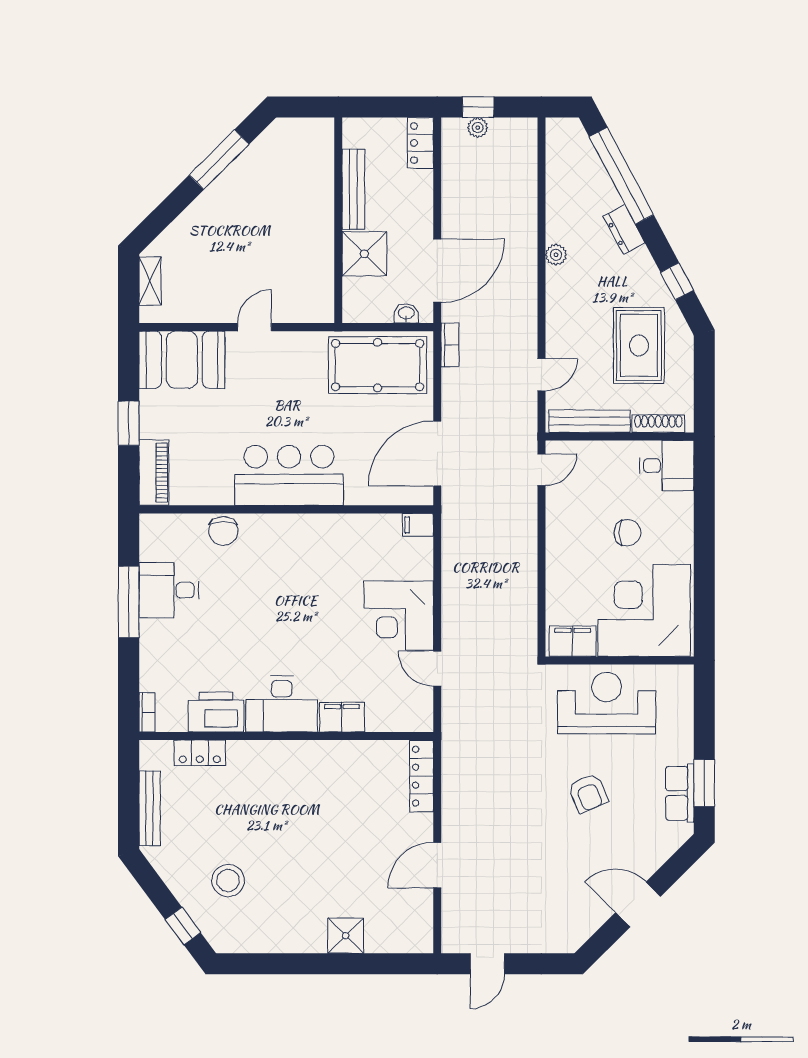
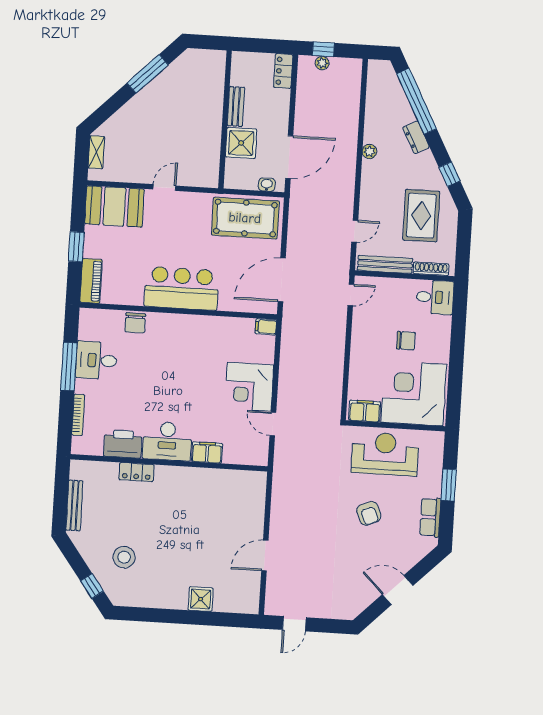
bench: (353, 189) -> (236, 106), width x0.73
bookcase: (450, 345) -> (295, 207), removed
bookcase: (147, 712) -> (78, 415), moved, width x1.56
locker: (200, 753) -> (136, 472), moved
locker: (421, 776) -> (258, 495), removed
window: (704, 783) -> (449, 485), moved

